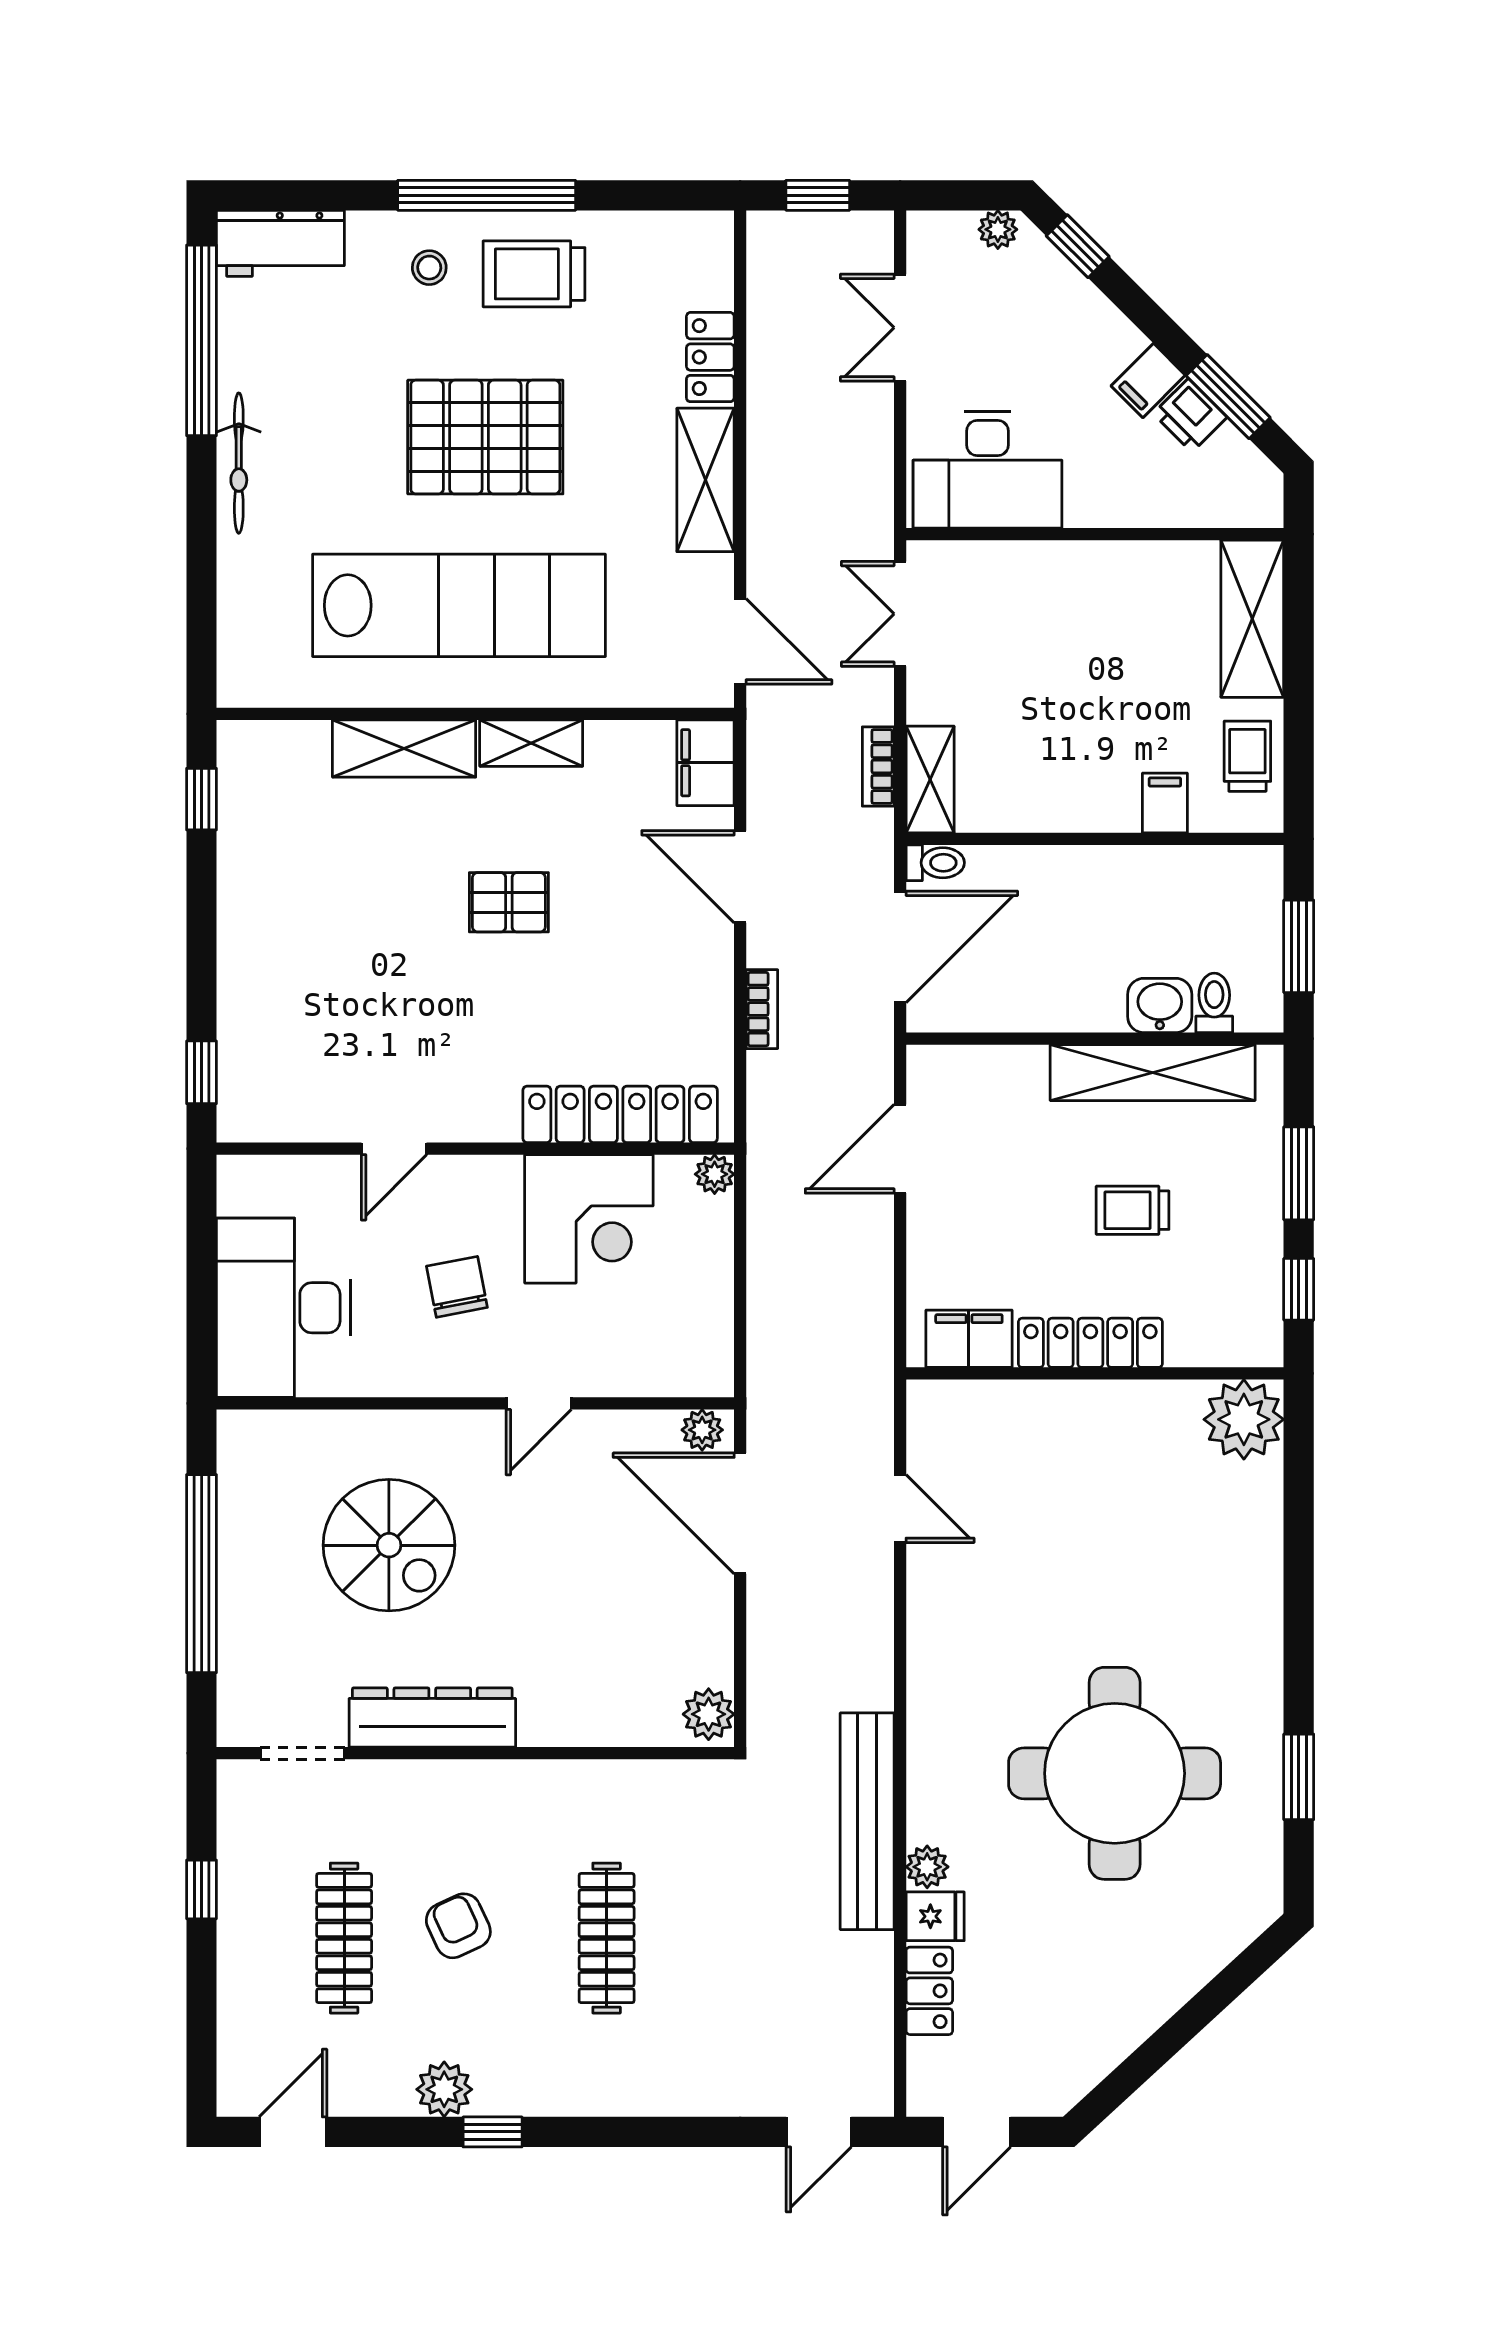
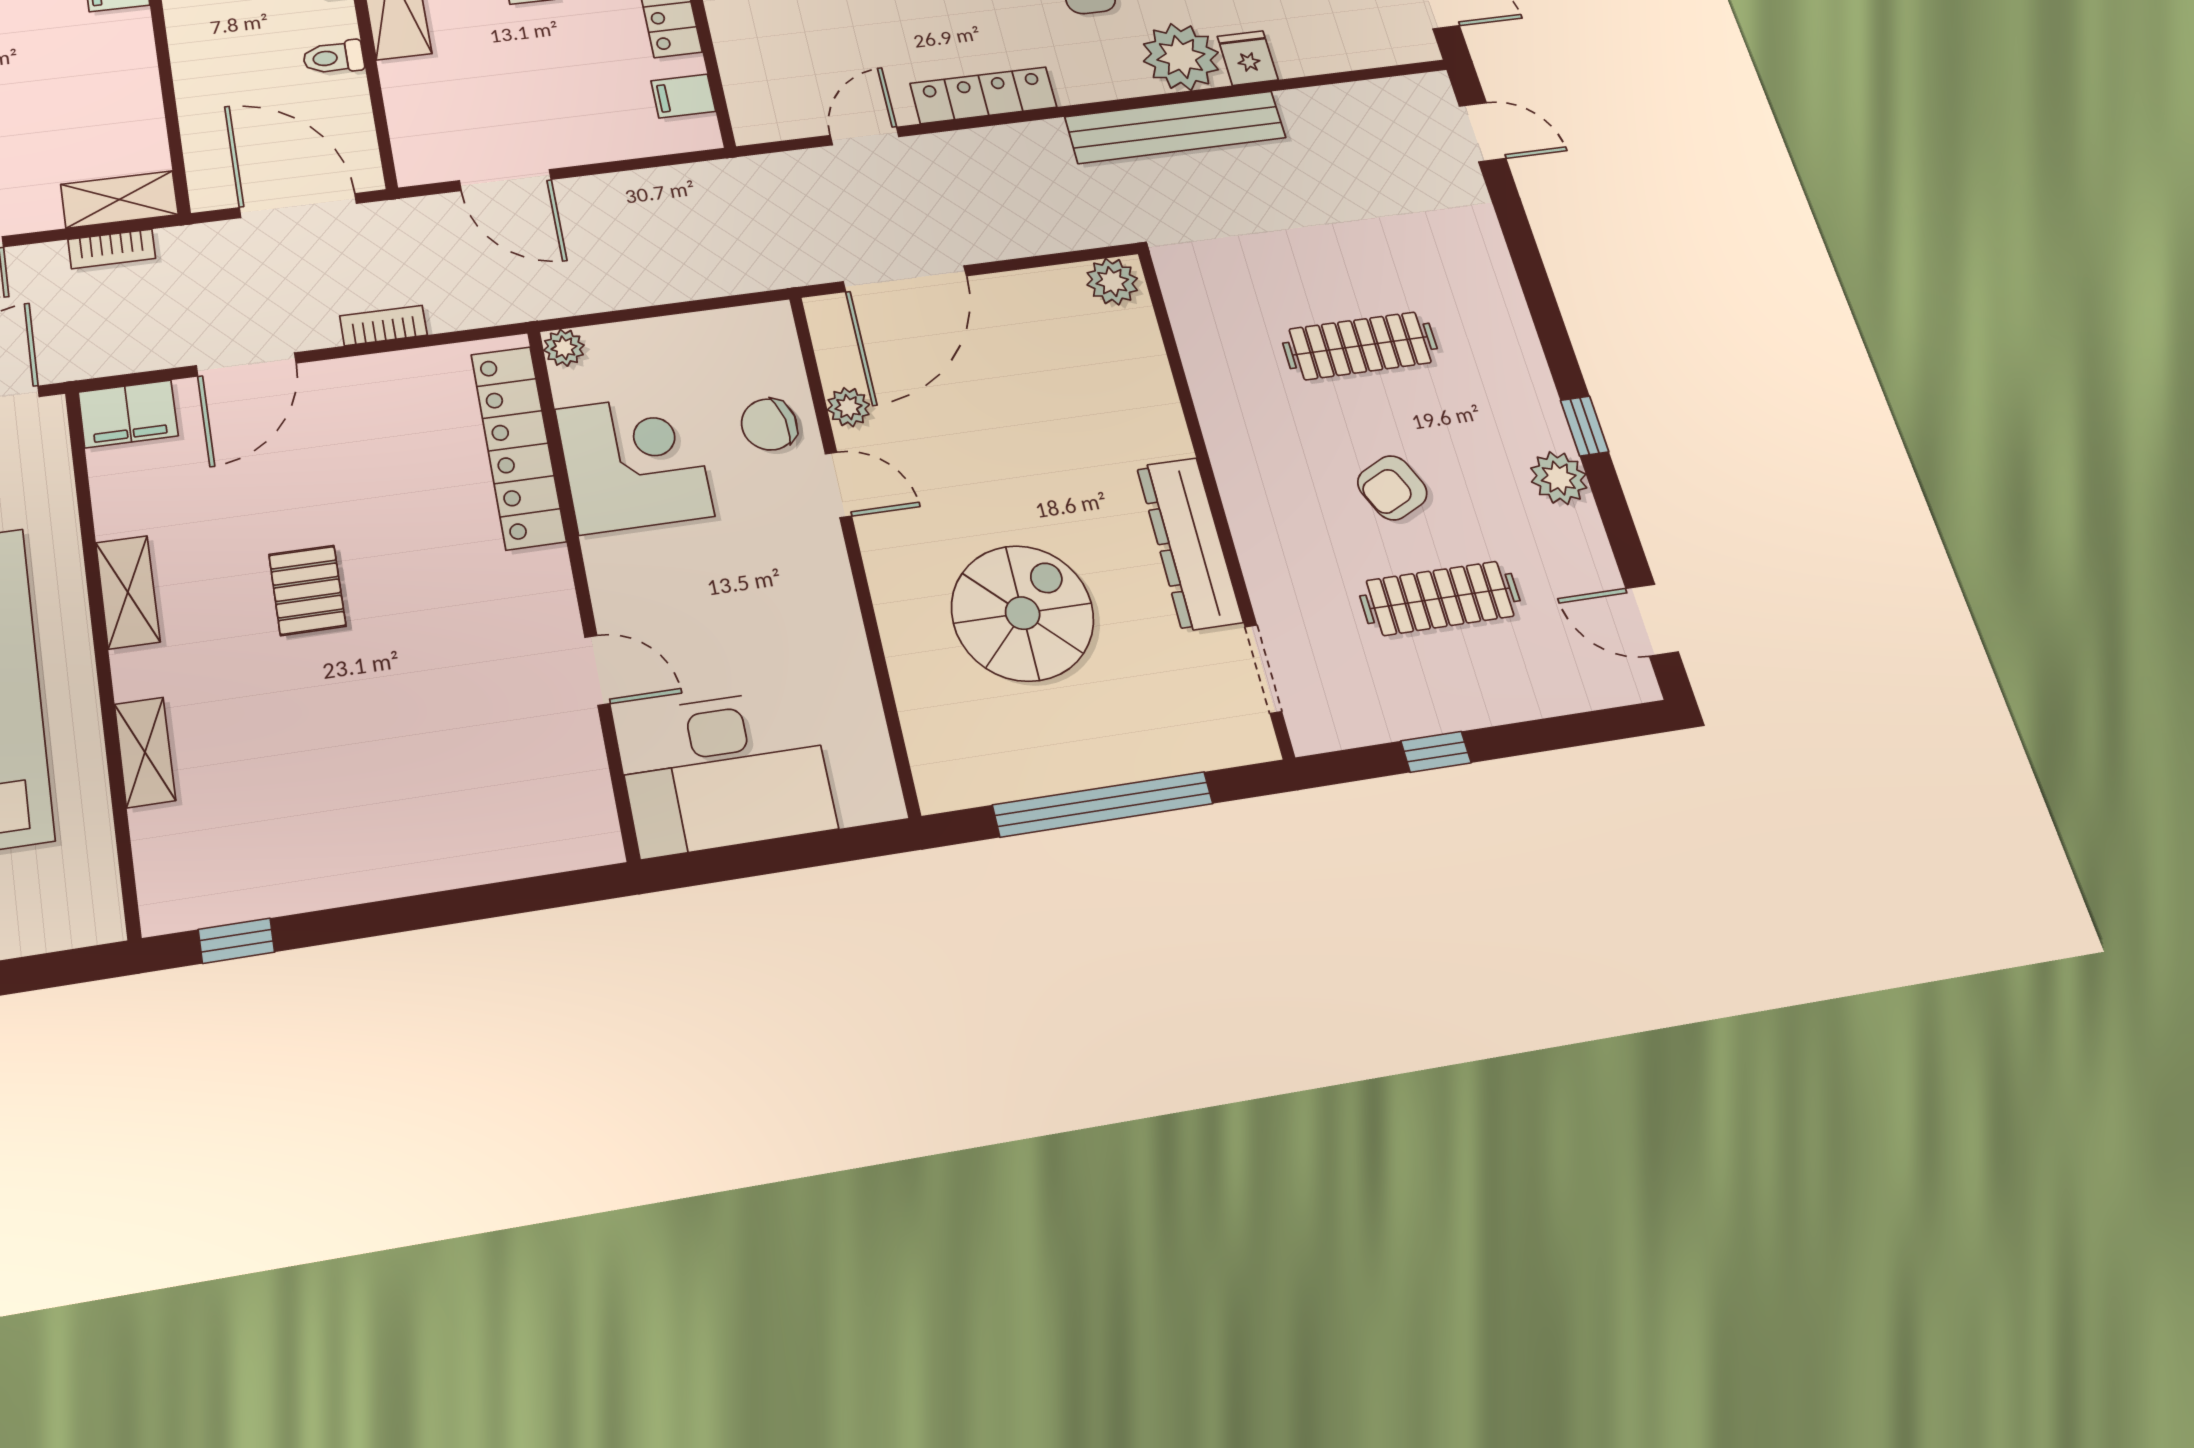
shelving: (404, 749) -> (145, 752), width x0.67, depth x0.75
toilet: (935, 863) -> (333, 57), moved, turned -90
window: (202, 1072) -> (550, 891), removed
chair: (457, 1287) -> (769, 425), moved
desk: (284, 1308) -> (725, 772), moved
filing cabinet: (969, 1339) -> (683, 96), width x0.50
plant: (702, 1430) -> (849, 407), moved
plant: (927, 1867) -> (1181, 57), width x1.88, depth x1.88
locker: (929, 1991) -> (983, 95), moved, width x1.53

